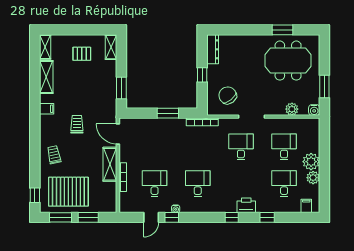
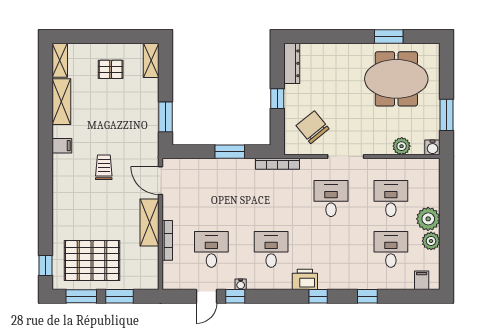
trolley: (54, 155) -> (72, 209), removed
printer: (246, 205) -> (305, 279), moved

